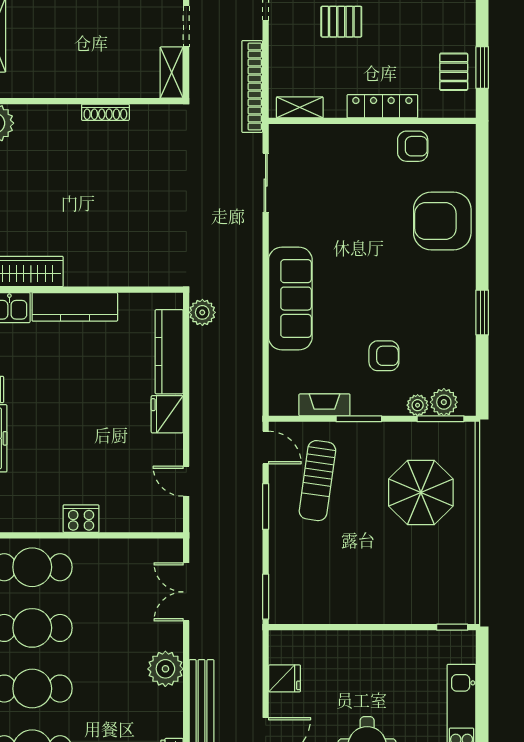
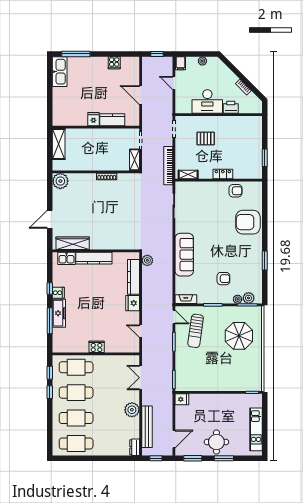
pallet: (454, 72) -> (253, 160), removed
locker: (382, 106) -> (223, 174), width x0.66
fireplace: (324, 405) -> (186, 299), moved
fridge: (285, 678) -> (182, 399), moved

